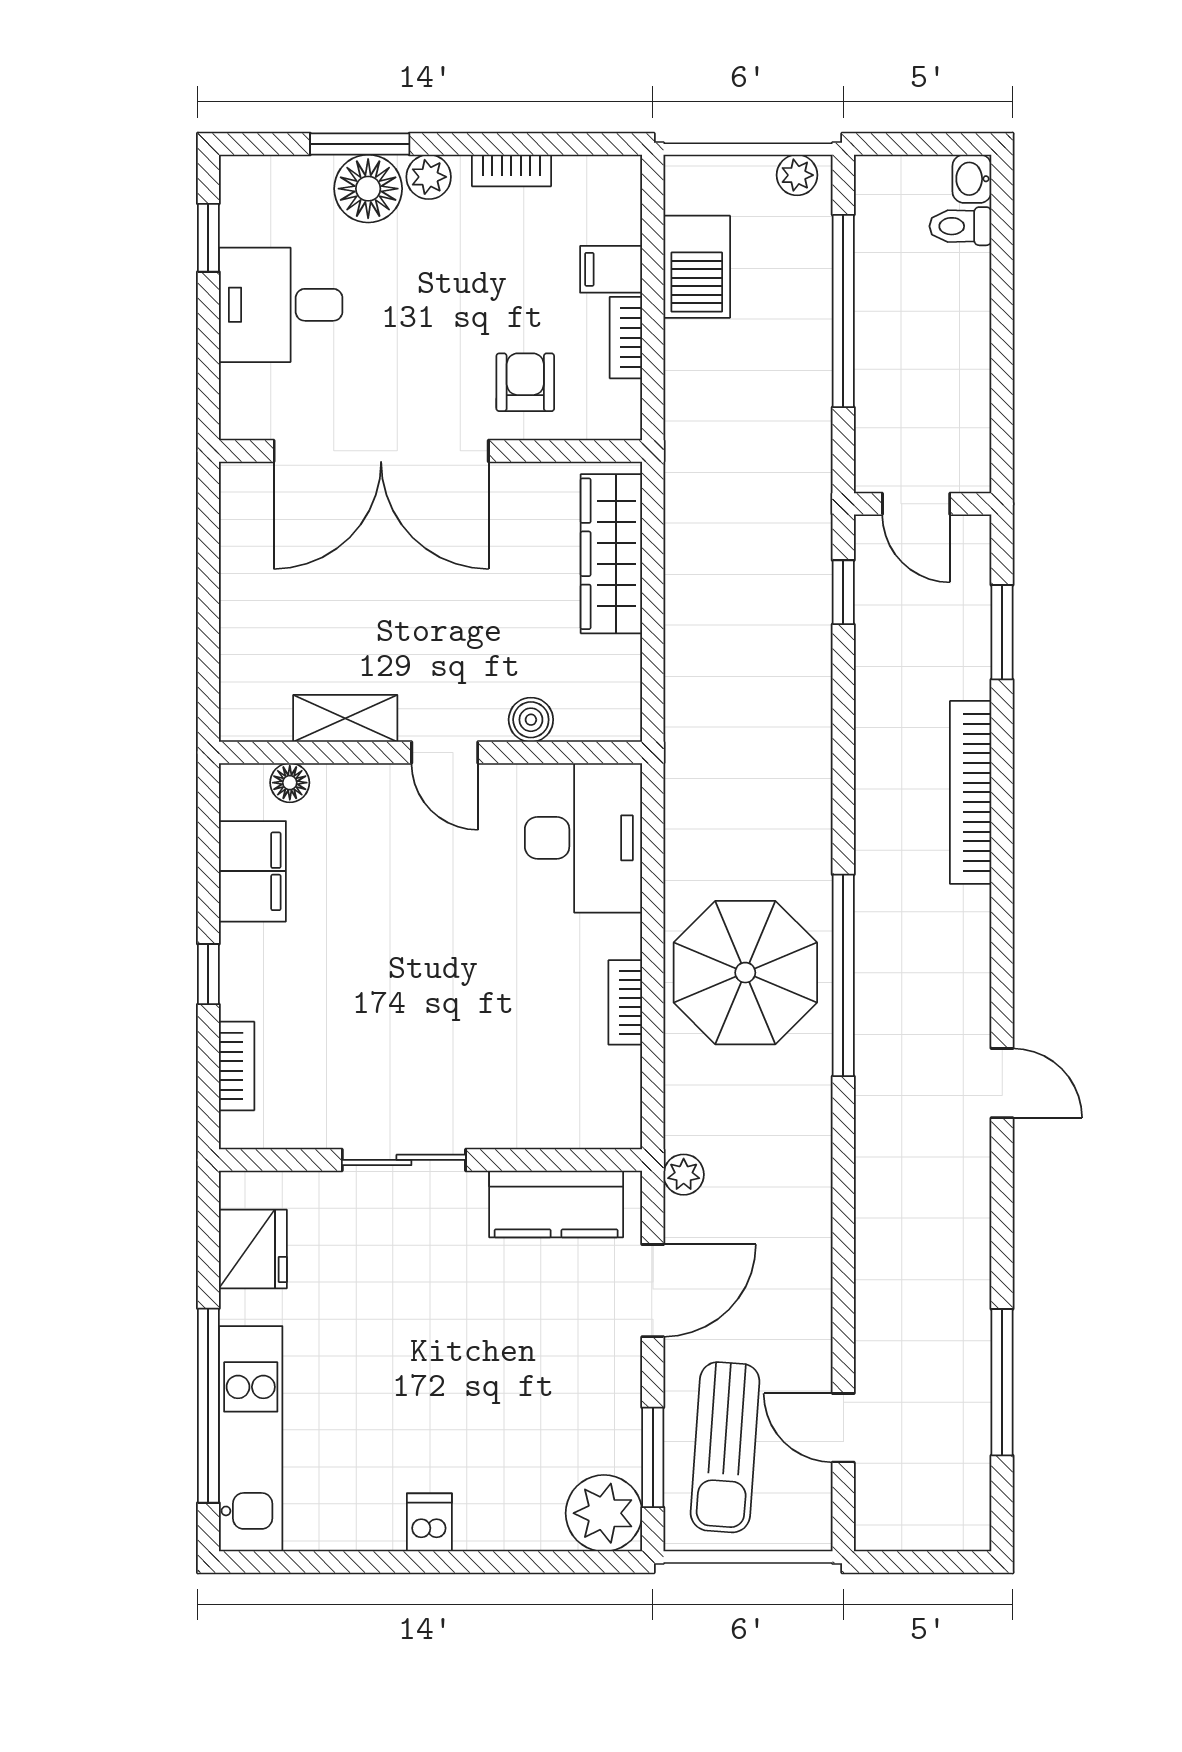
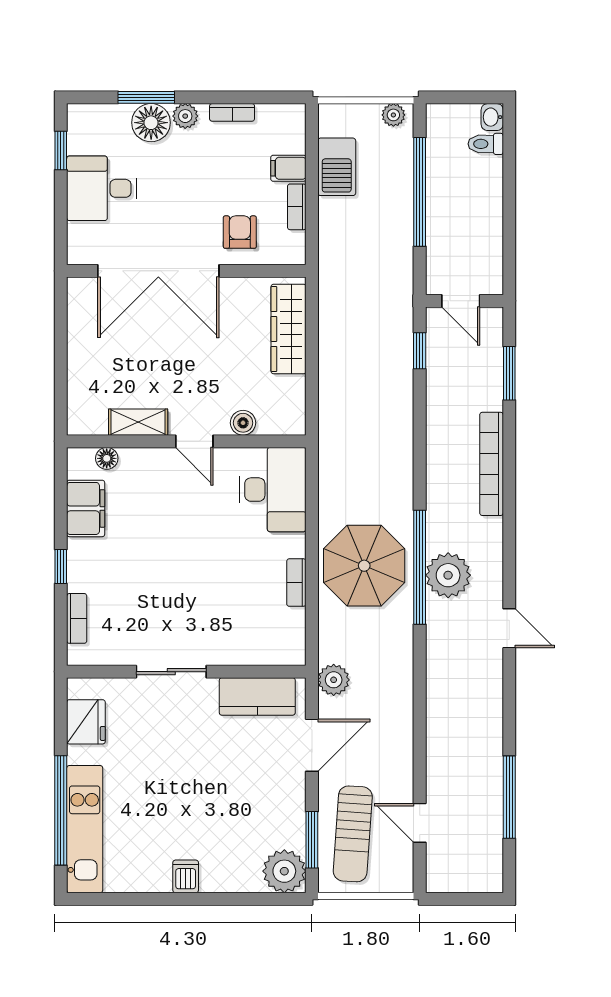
plant: (894, 990) -> (448, 575), added
plant: (684, 1175) -> (334, 680), width x1.38, depth x1.38

